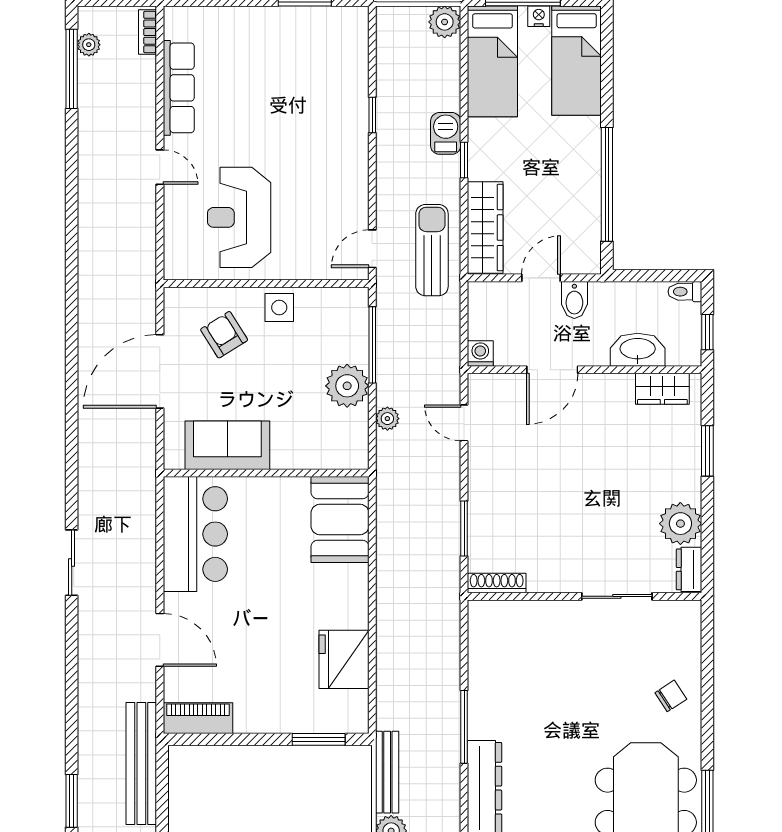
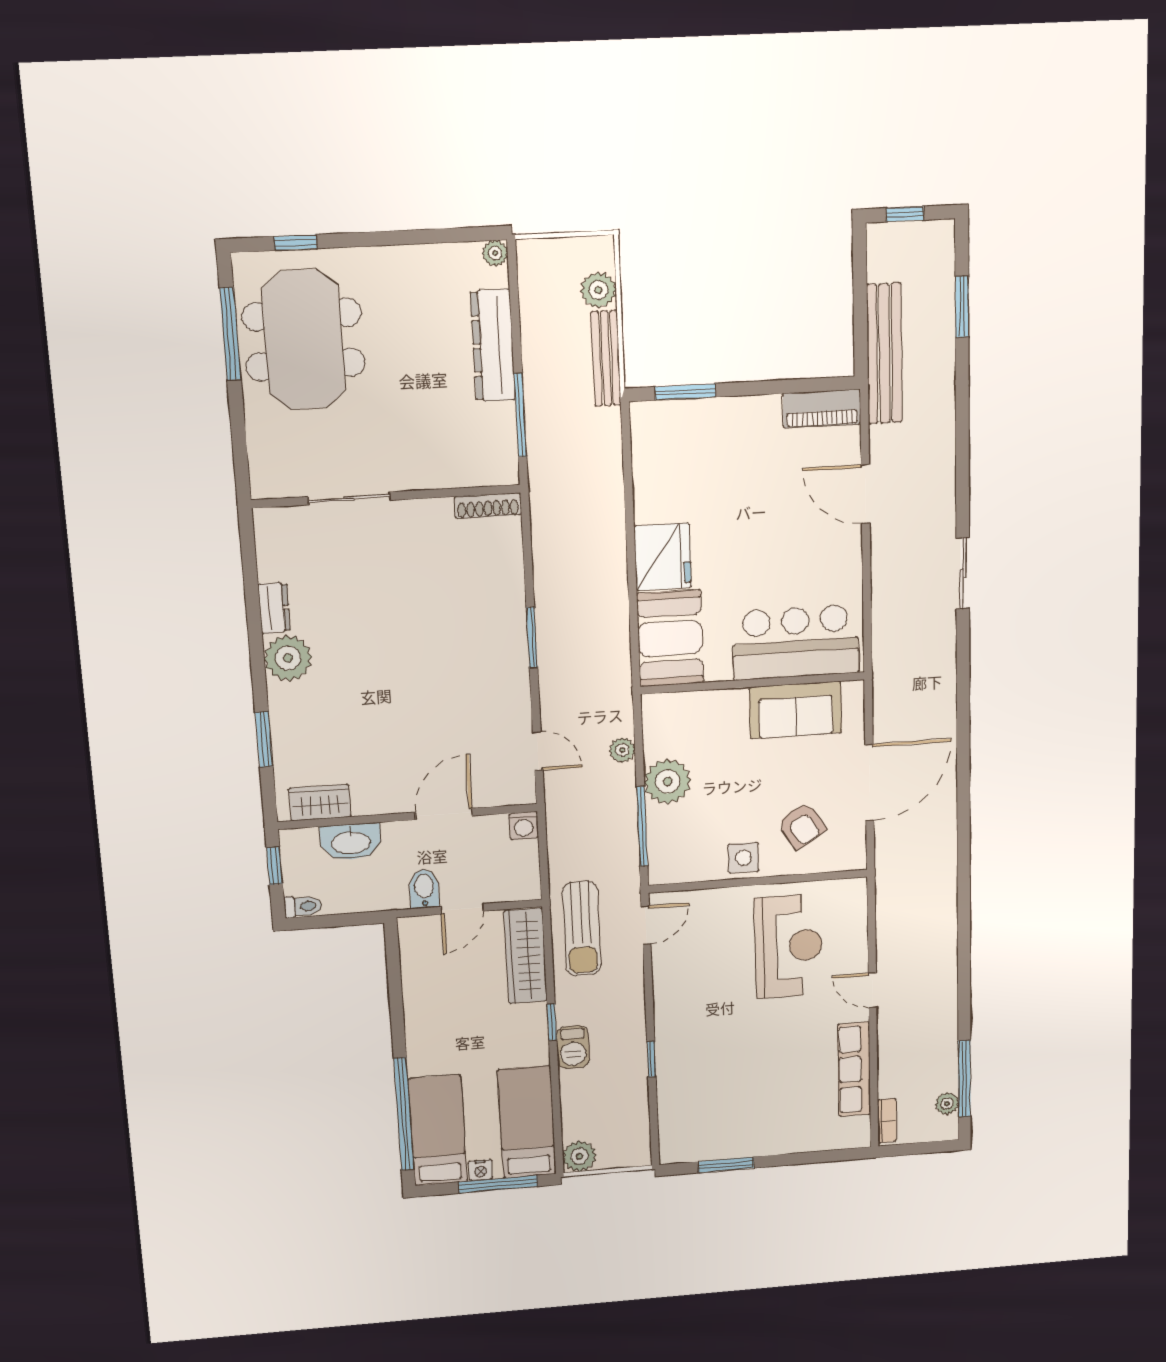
window: (607, 184) -> (404, 1114), moved
bar counter: (195, 534) -> (796, 642), moved, turned 90
shoe rack: (497, 583) -> (488, 506), moved
wall: (585, 596) -> (386, 496), moved
sliding door: (617, 596) -> (349, 498), moved
fridge: (344, 659) -> (663, 557), moved
chair: (671, 696) -> (284, 464), removed

